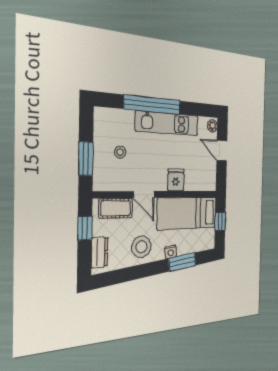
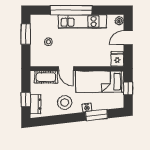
door: (222, 150) -> (128, 38), hinge flipped
window: (86, 159) -> (26, 34), moved
fridge: (176, 180) -> (117, 59), moved
window: (85, 228) -> (26, 100), moved

